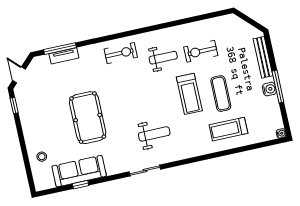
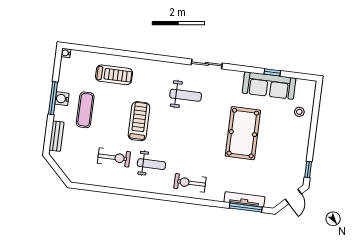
tv unit: (64, 56) -> (244, 199), width x1.41
bench: (263, 57) -> (56, 136), width x0.73
weight bench: (163, 58) -> (151, 164), turned 180
exercise mat: (221, 94) -> (85, 110), moved
weight bench: (154, 134) -> (186, 95), turned 180

